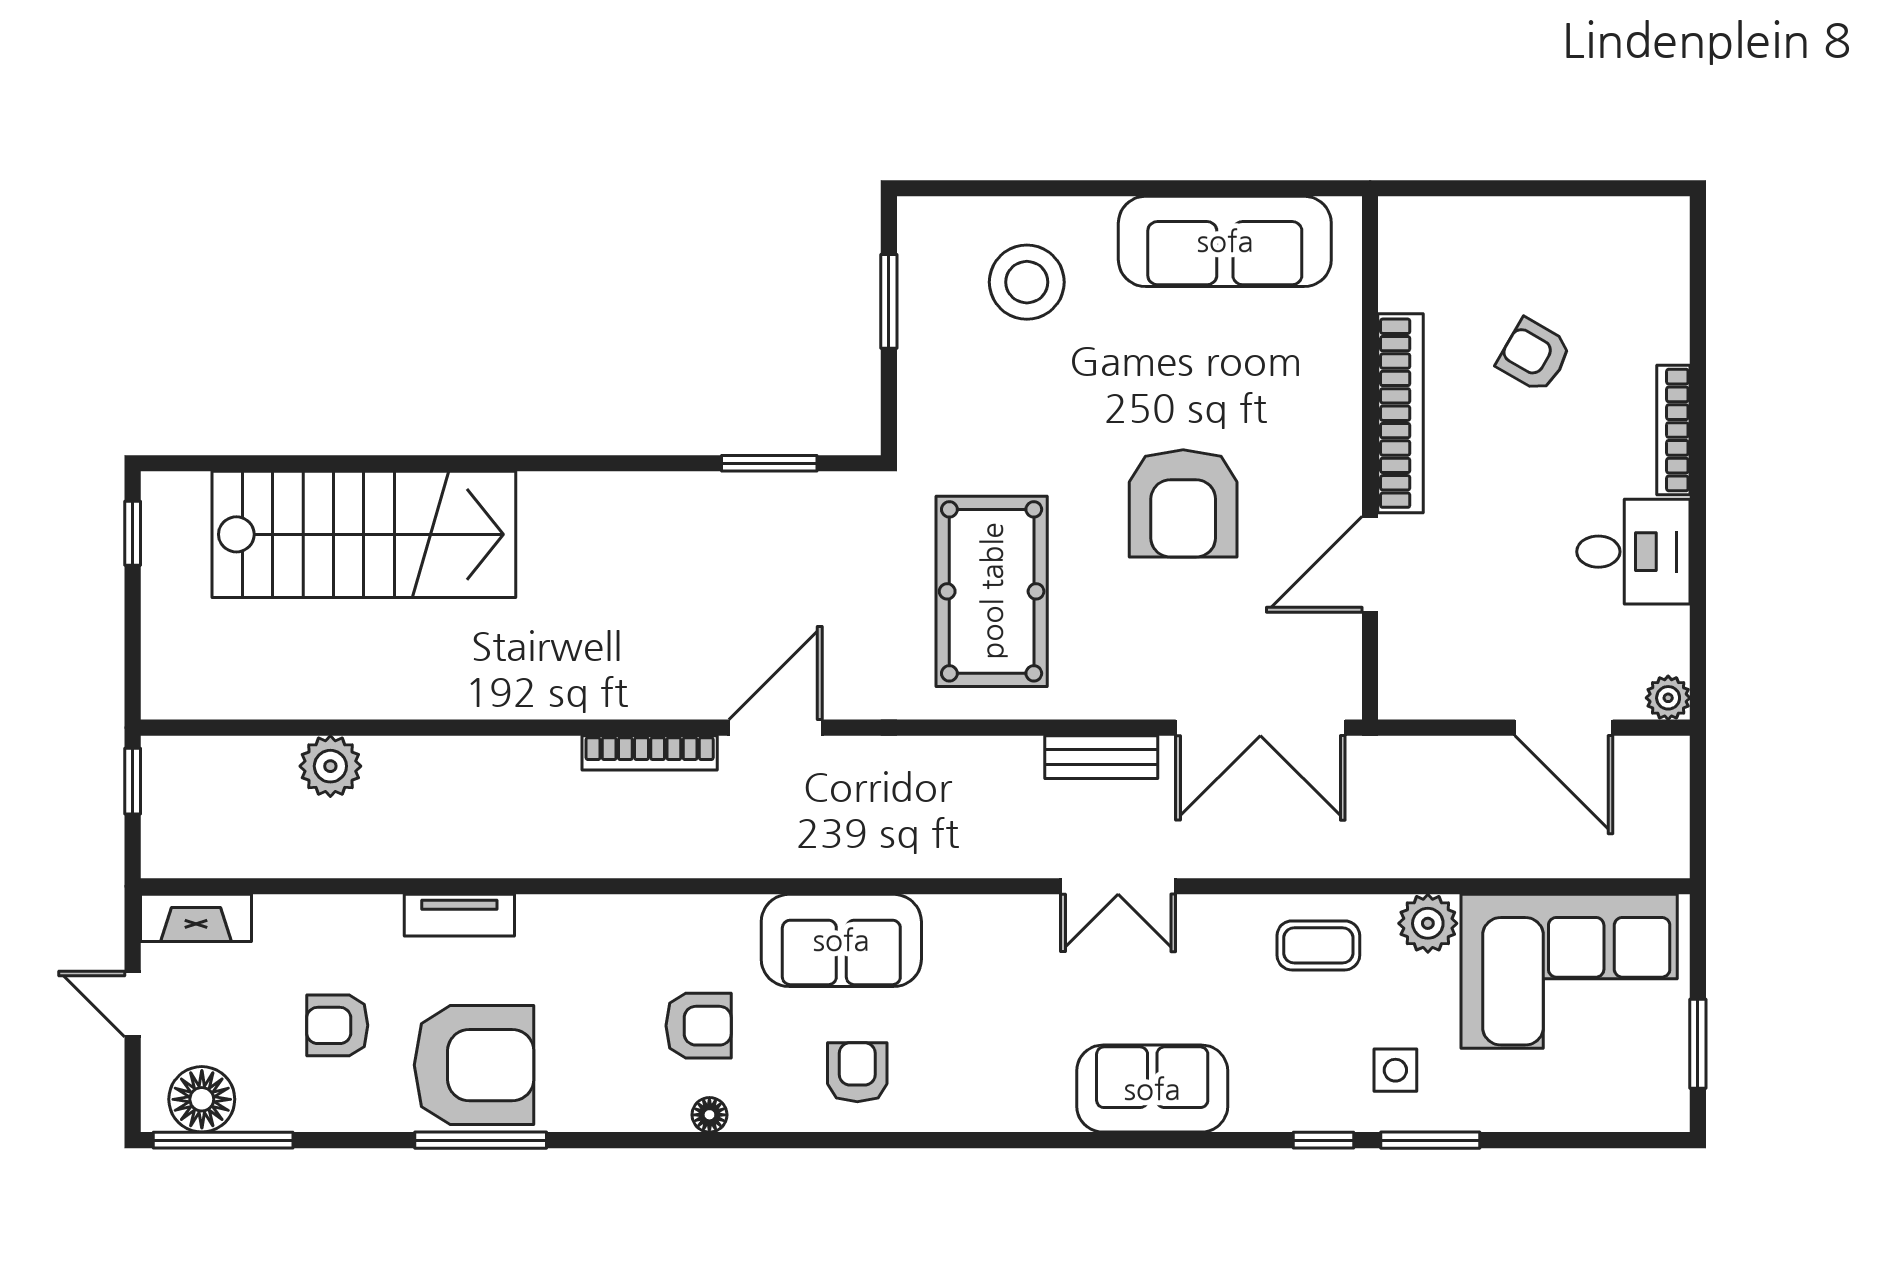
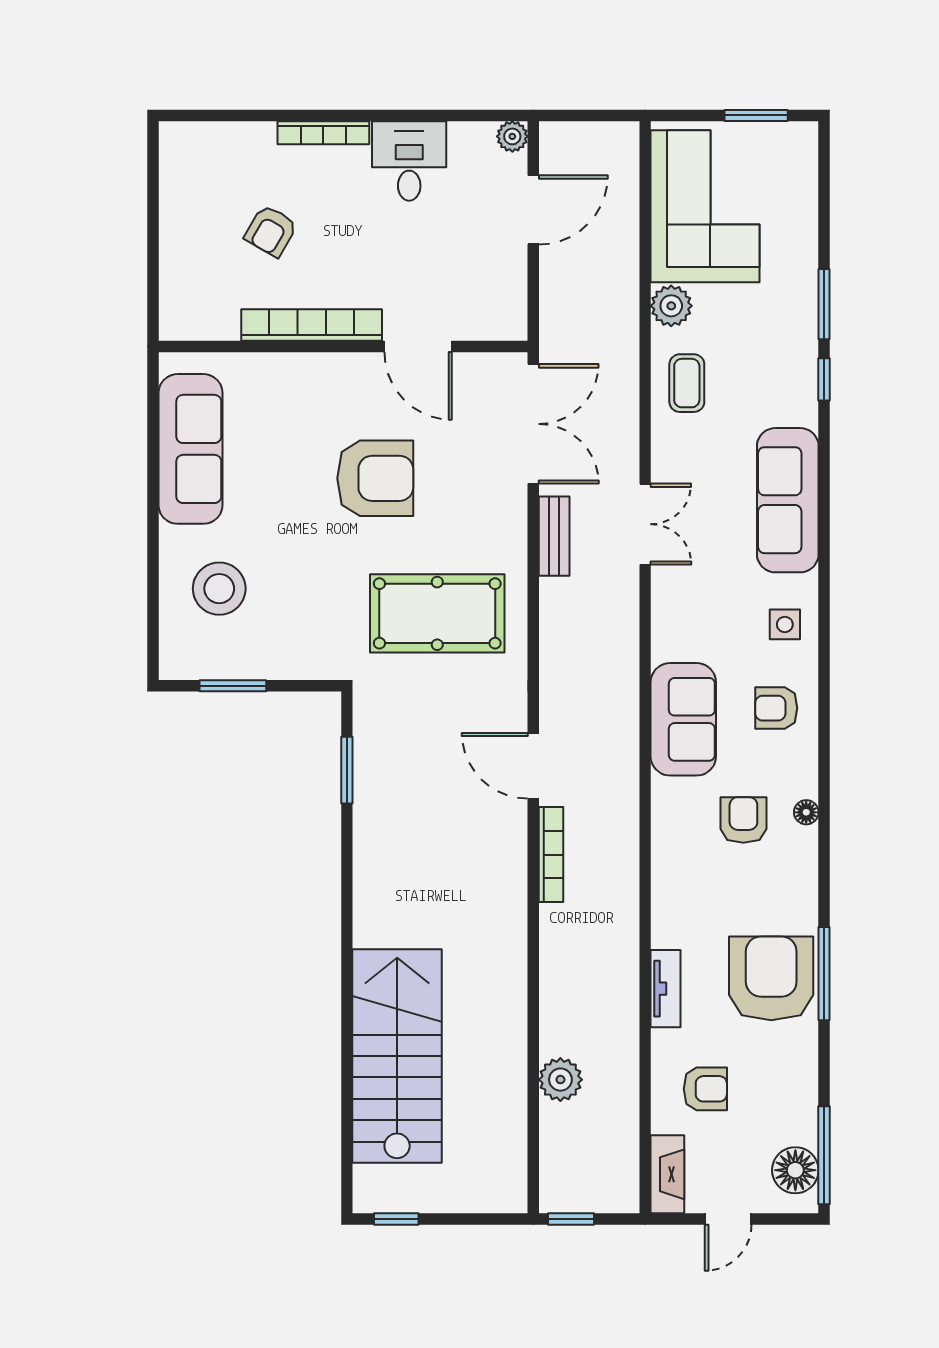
armchair: (337, 1025) -> (705, 1089), moved, turned -90
side table: (1395, 1070) -> (785, 624), moved
sofa: (1152, 1089) -> (788, 500), width x1.36

